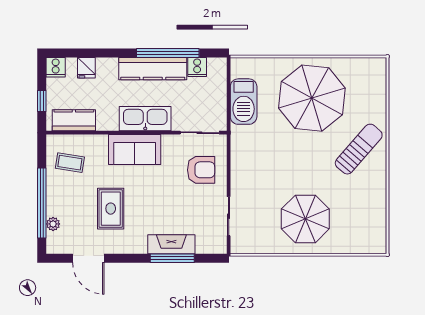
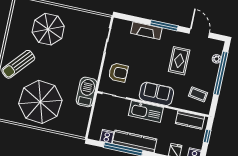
barbecue: (244, 102) -> (87, 92), moved
armchair: (201, 170) -> (118, 73), turned 180
parasol: (305, 219) -> (48, 29), moved
window: (172, 258) -> (164, 25), moved

